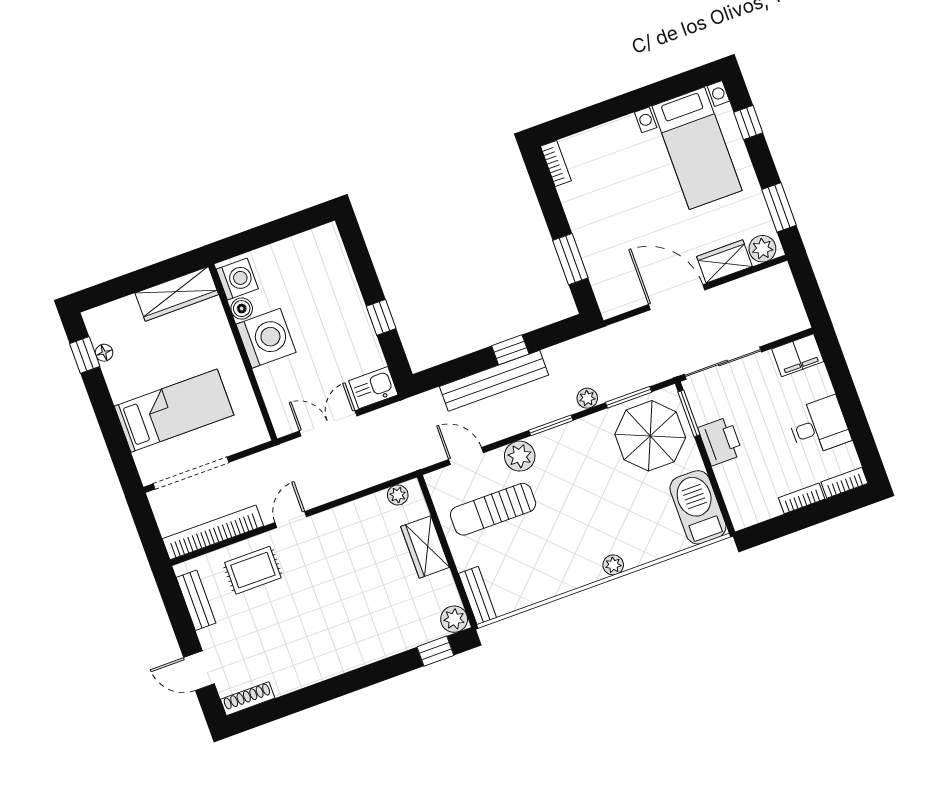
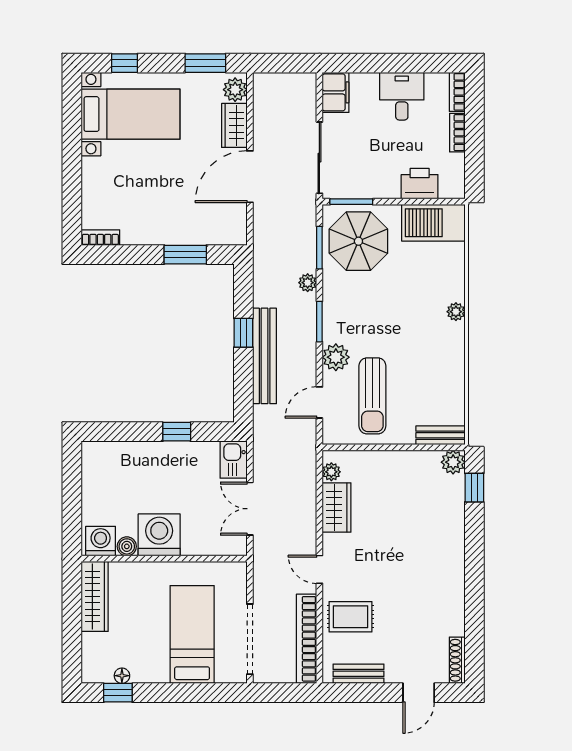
printer: (720, 441) -> (420, 184), moved
wardrobe: (425, 547) -> (337, 508), moved, turned -90
rug: (253, 570) -> (351, 617), turned 90

